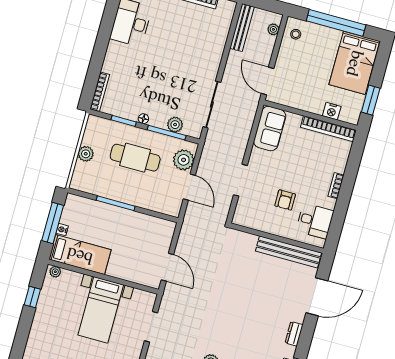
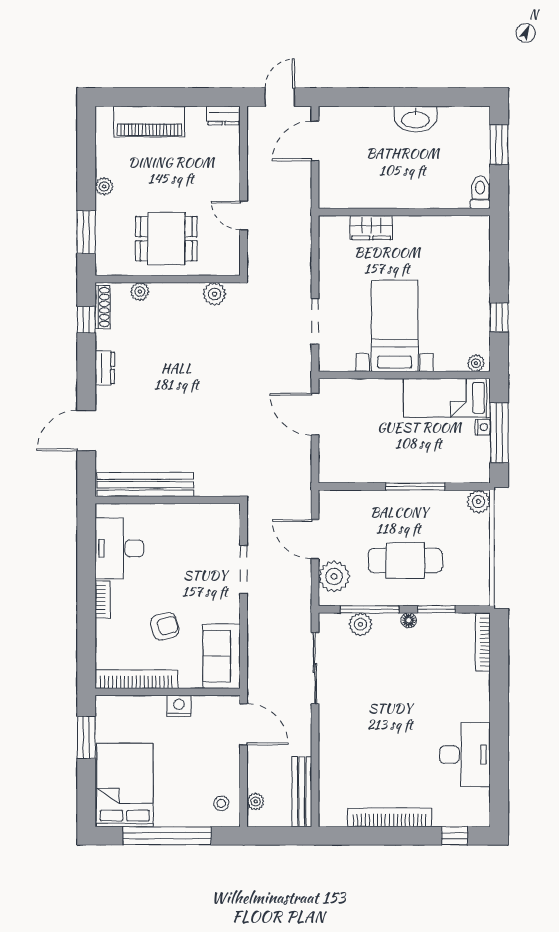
nightstand: (332, 111) -> (179, 706), moved
plant: (86, 154) -> (479, 502), moved
armchair: (285, 200) -> (165, 626), moved, turned 76
desk: (315, 221) -> (119, 548), width x1.37
door: (317, 297) -> (86, 431), width x0.73

